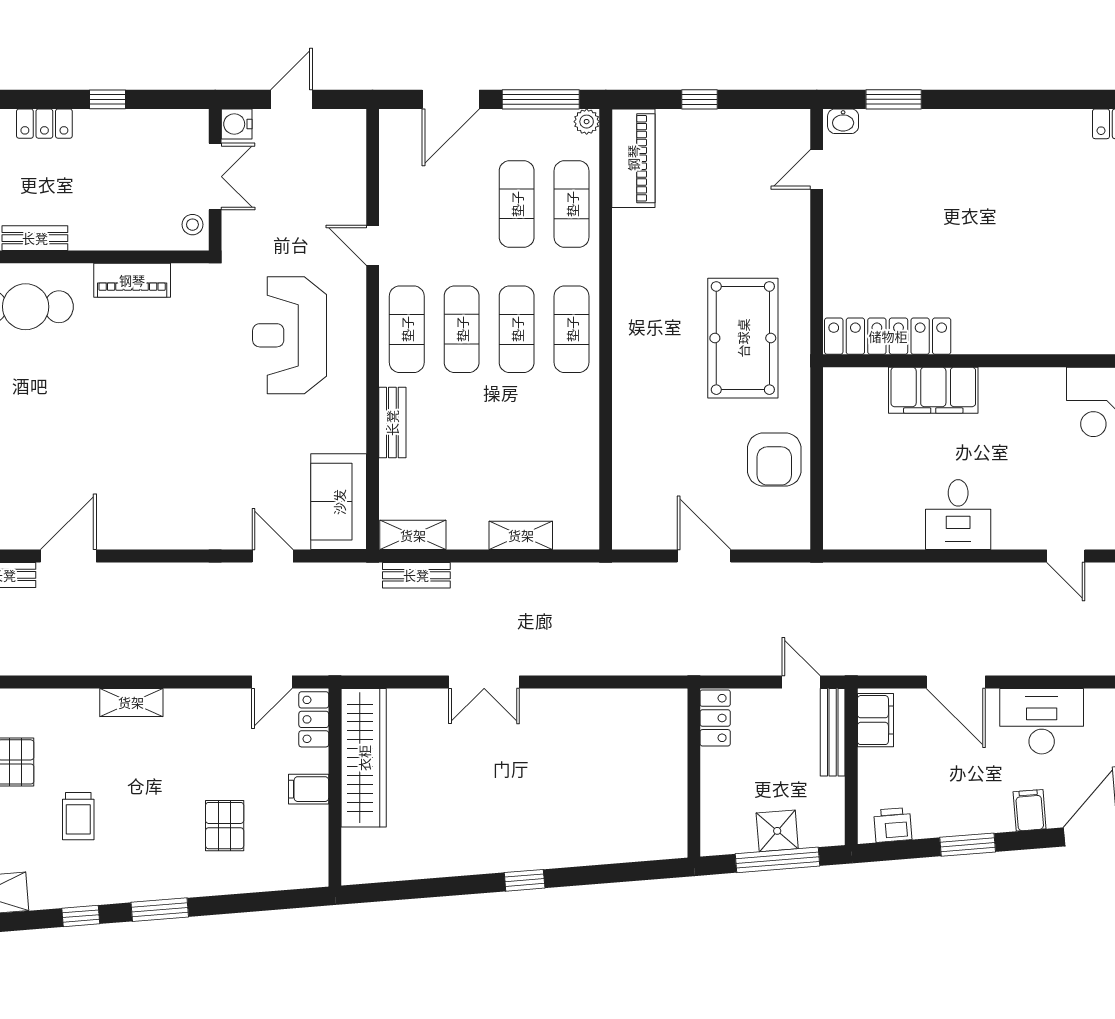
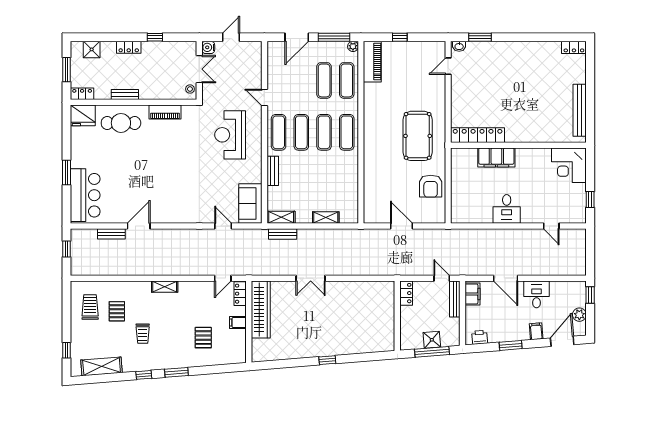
desk: (1042, 721) -> (536, 294), width x0.73

